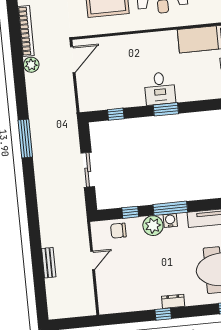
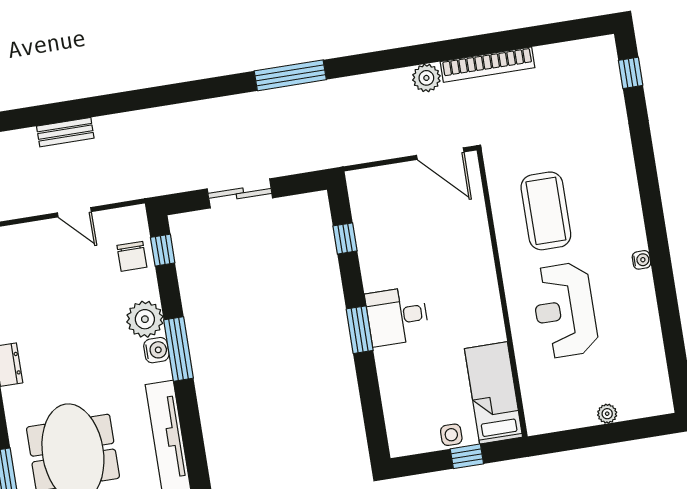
window: (130, 212) -> (163, 250), moved
chair: (118, 231) -> (132, 256), turned 180

